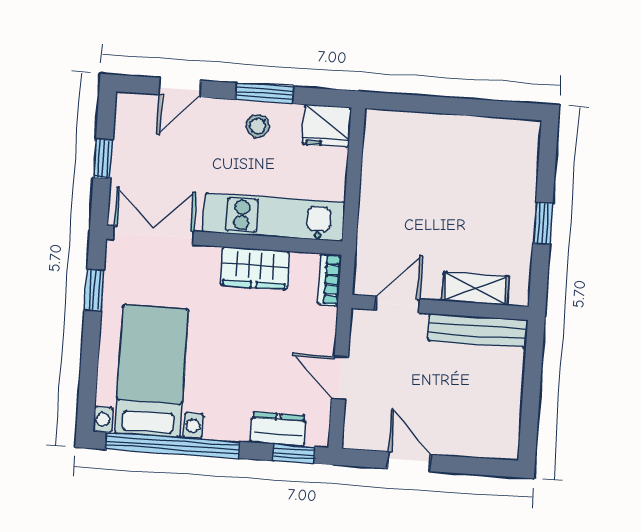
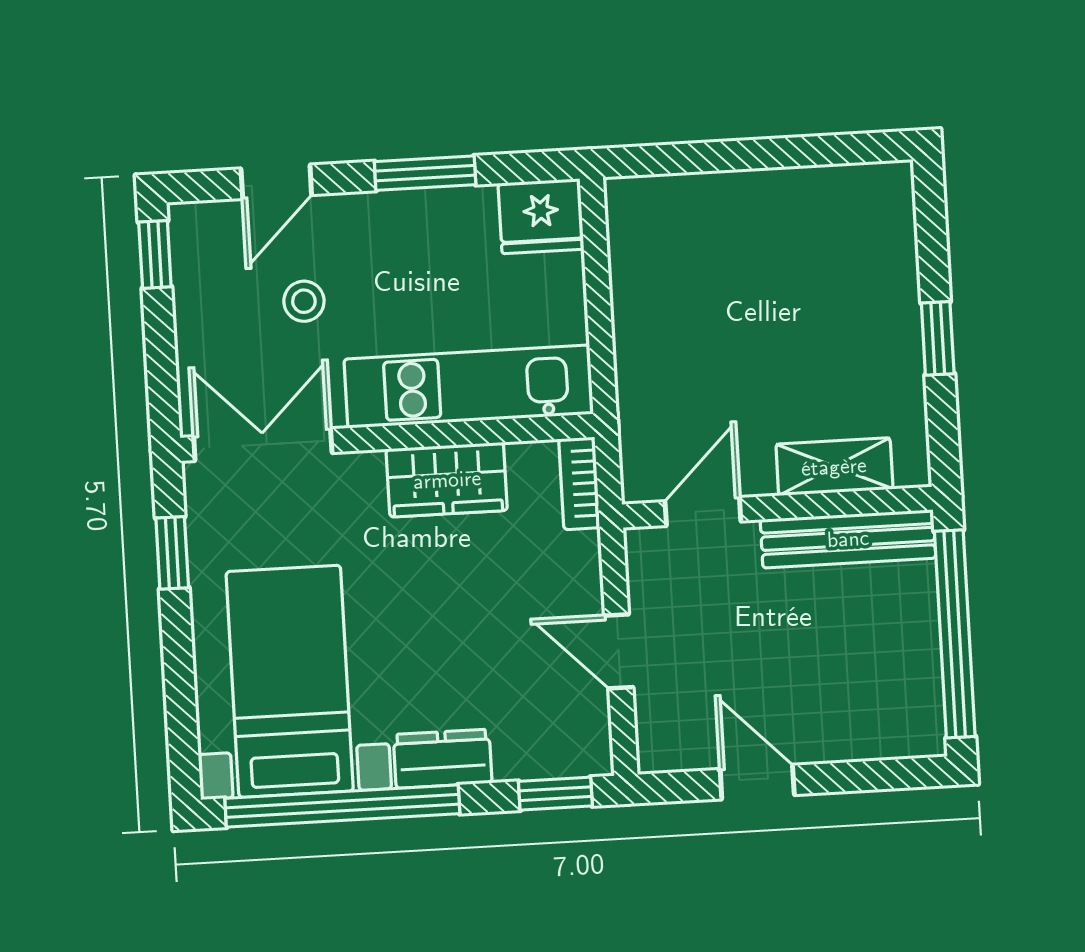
stool: (258, 126) -> (304, 301), moved
window: (103, 159) -> (155, 254), moved
window: (531, 392) -> (955, 634), added
dresser: (278, 429) -> (443, 759), moved

